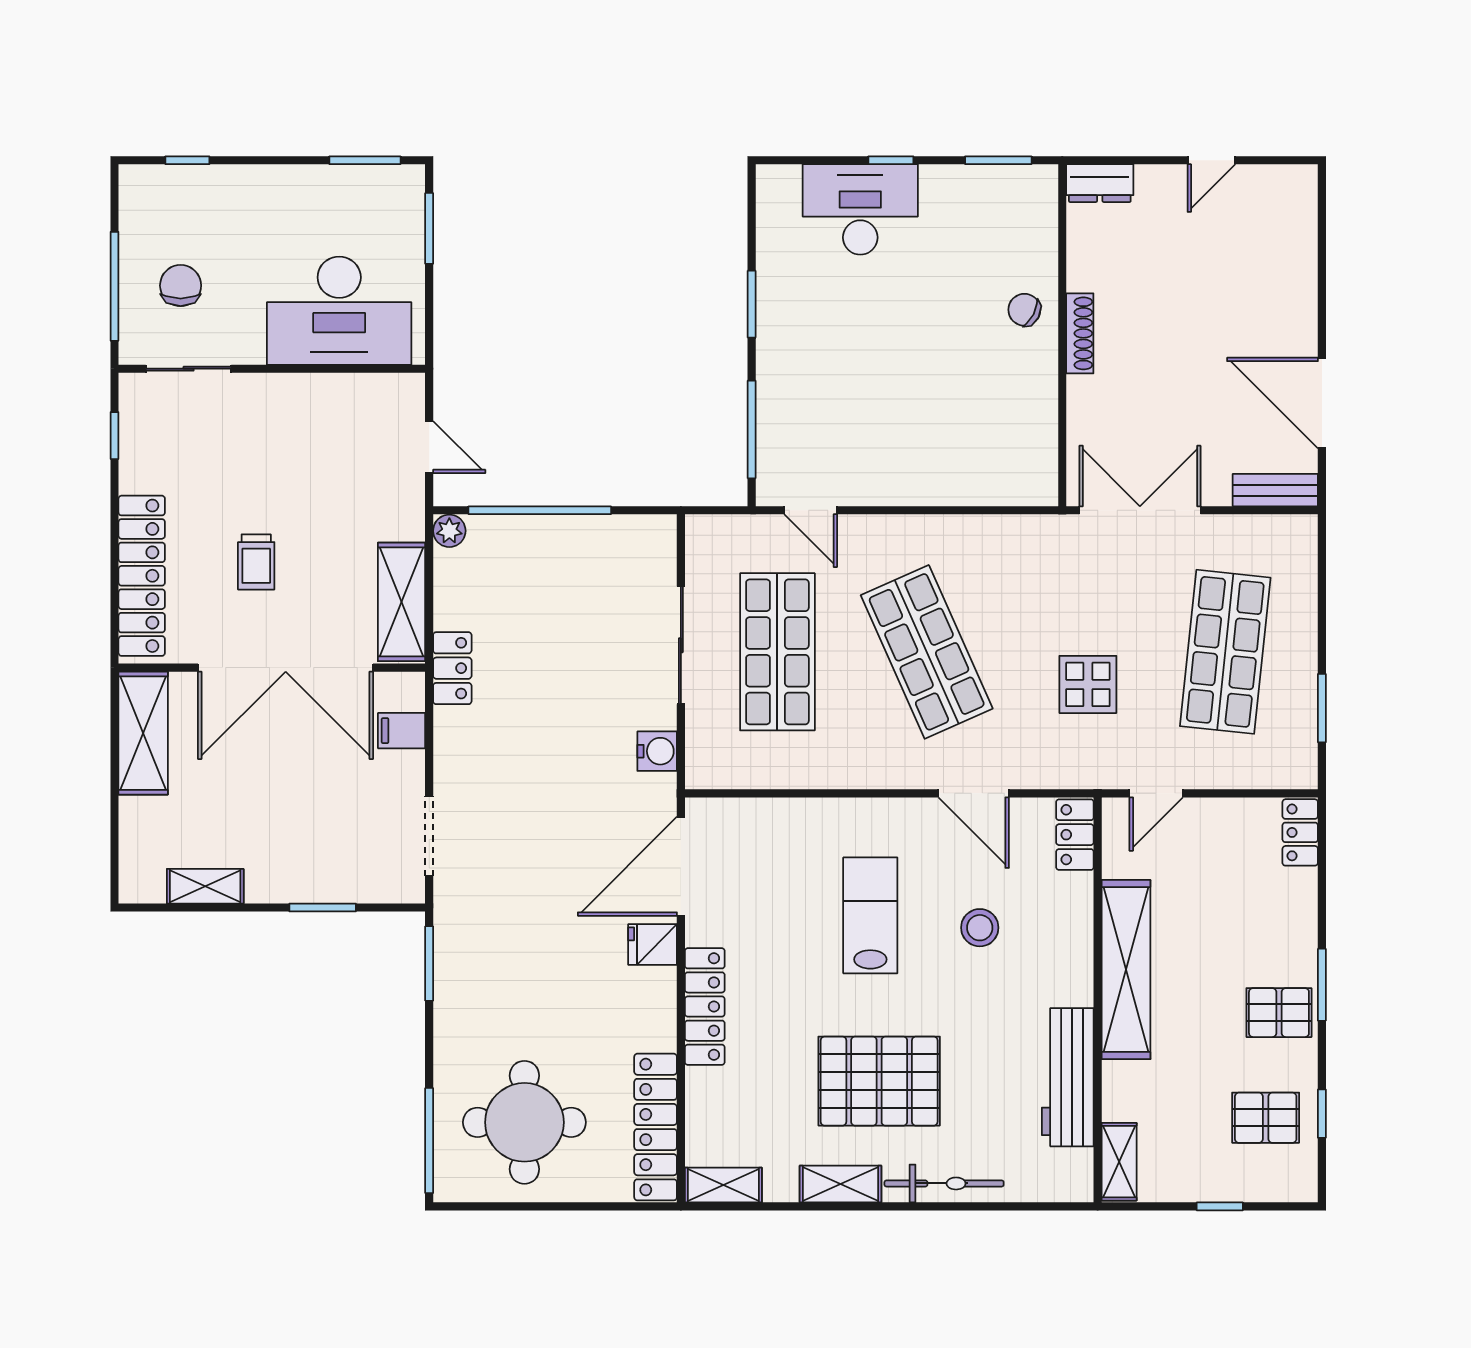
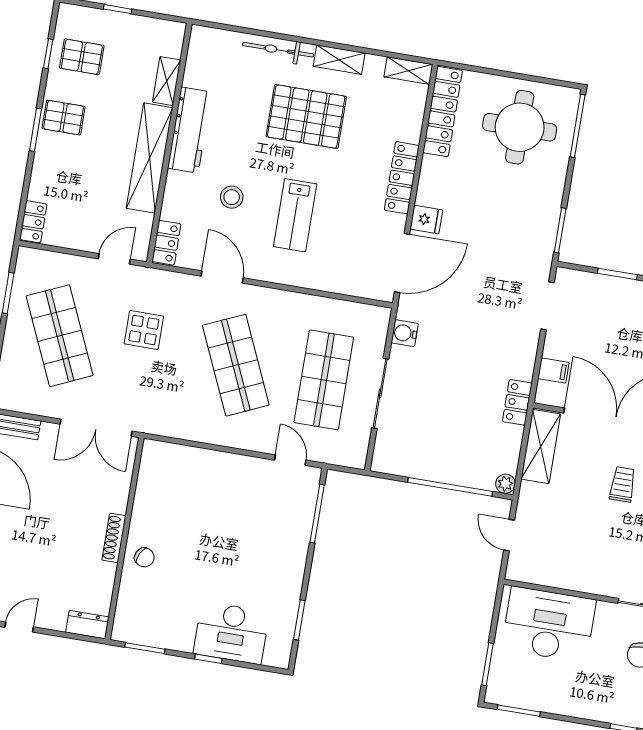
window: (752, 304) -> (299, 620), moved
shop shelf: (1225, 652) -> (60, 336), turned -30
workbench: (1068, 1077) -> (190, 130), moved
shelving: (1119, 1162) -> (167, 81), moved

